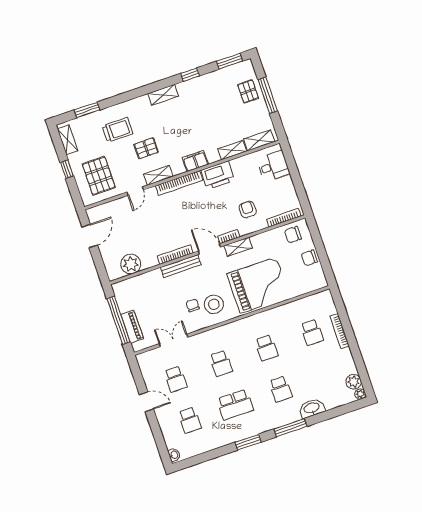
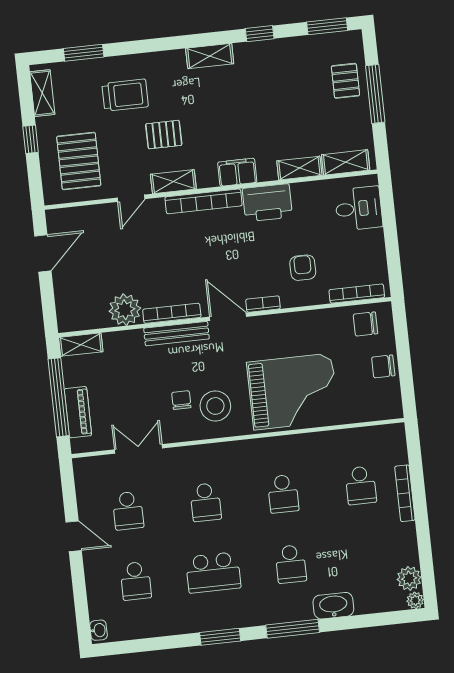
shelving: (238, 247) -> (81, 345), moved
plant: (131, 264) -> (125, 310), moved

